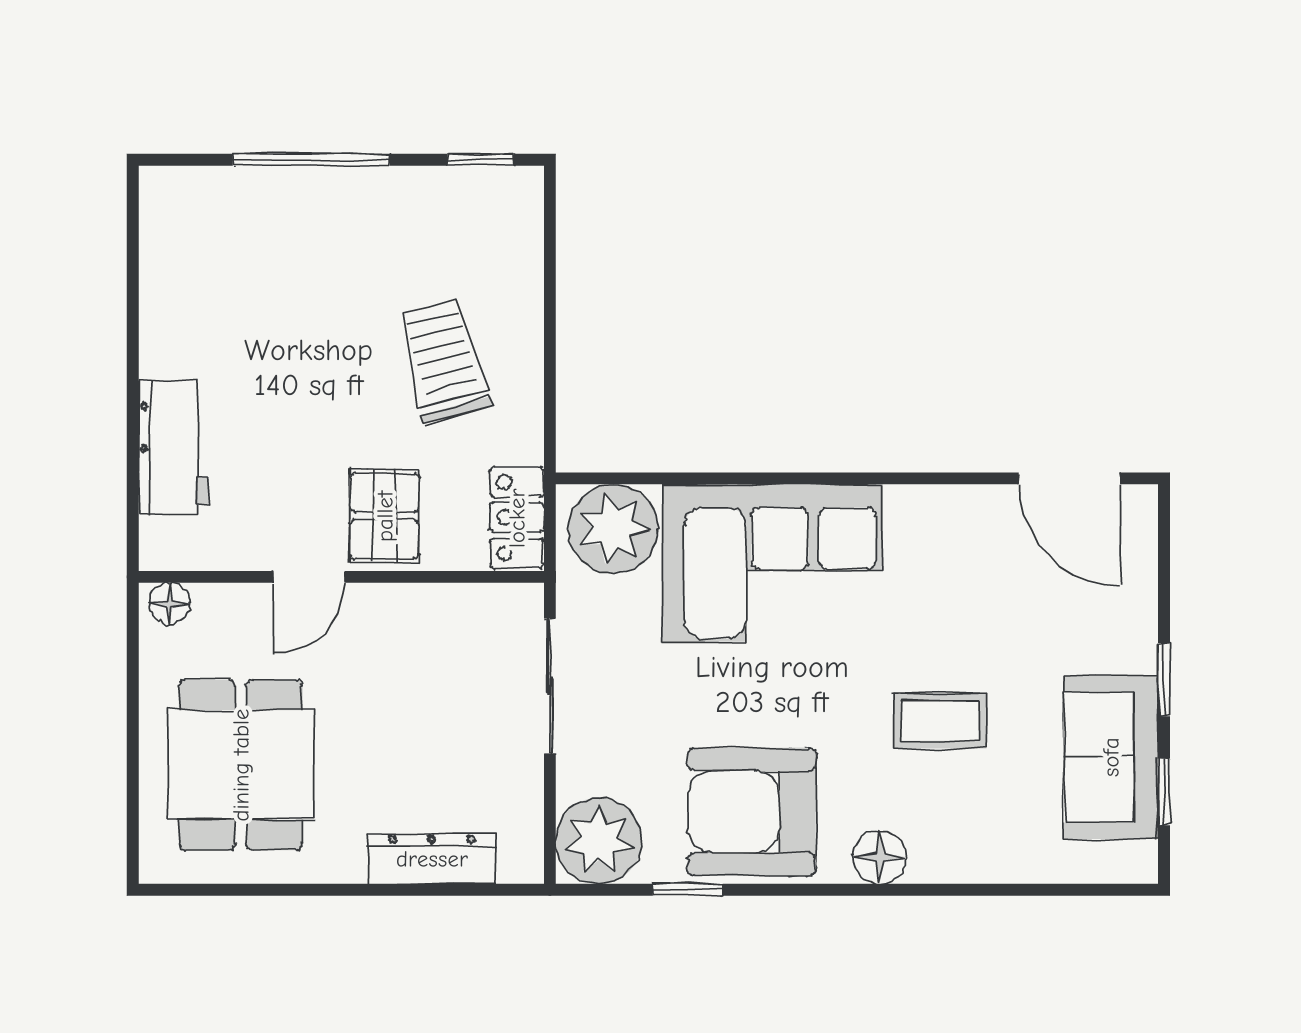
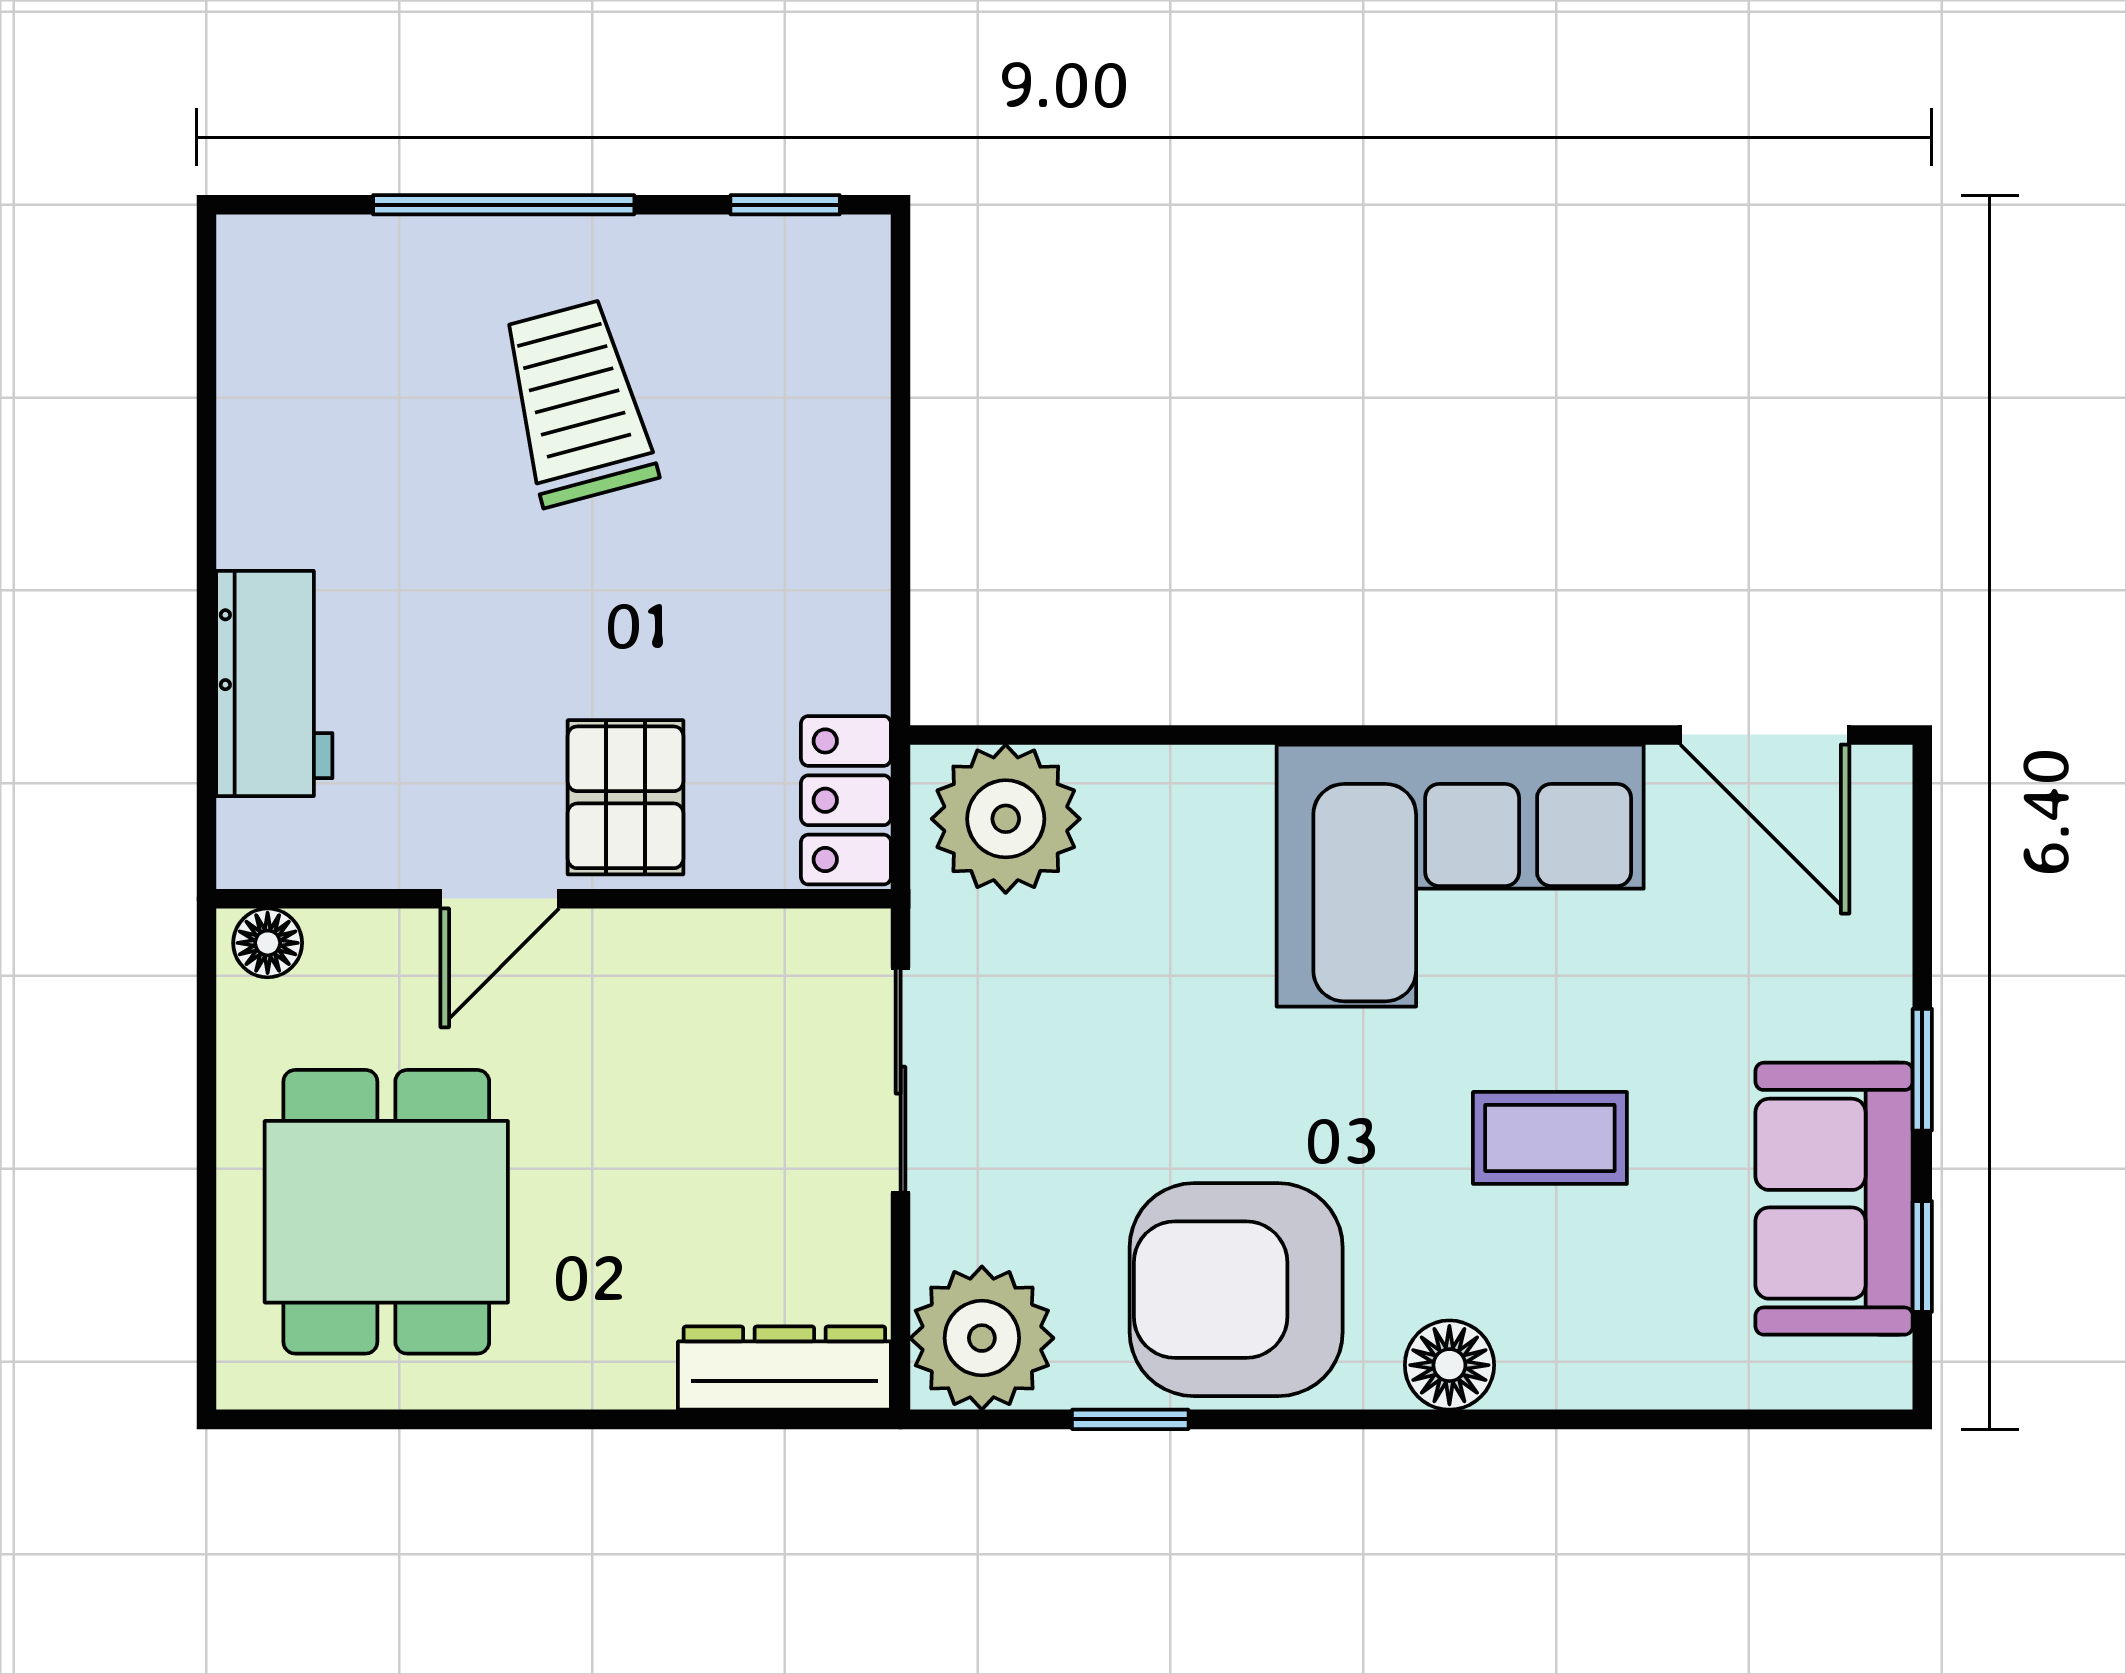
trolley: (443, 360) -> (578, 403), moved
corner sofa: (773, 563) -> (1460, 876), moved
dresser: (432, 859) -> (784, 1368), moved

